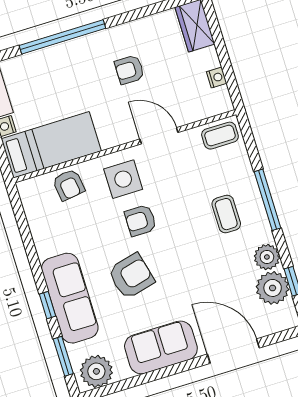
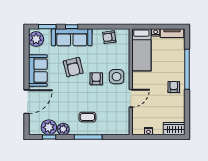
armchair: (129, 70) -> (174, 87), moved
coffee table: (220, 136) -> (123, 125), removed
armchair: (69, 185) -> (109, 37), moved

